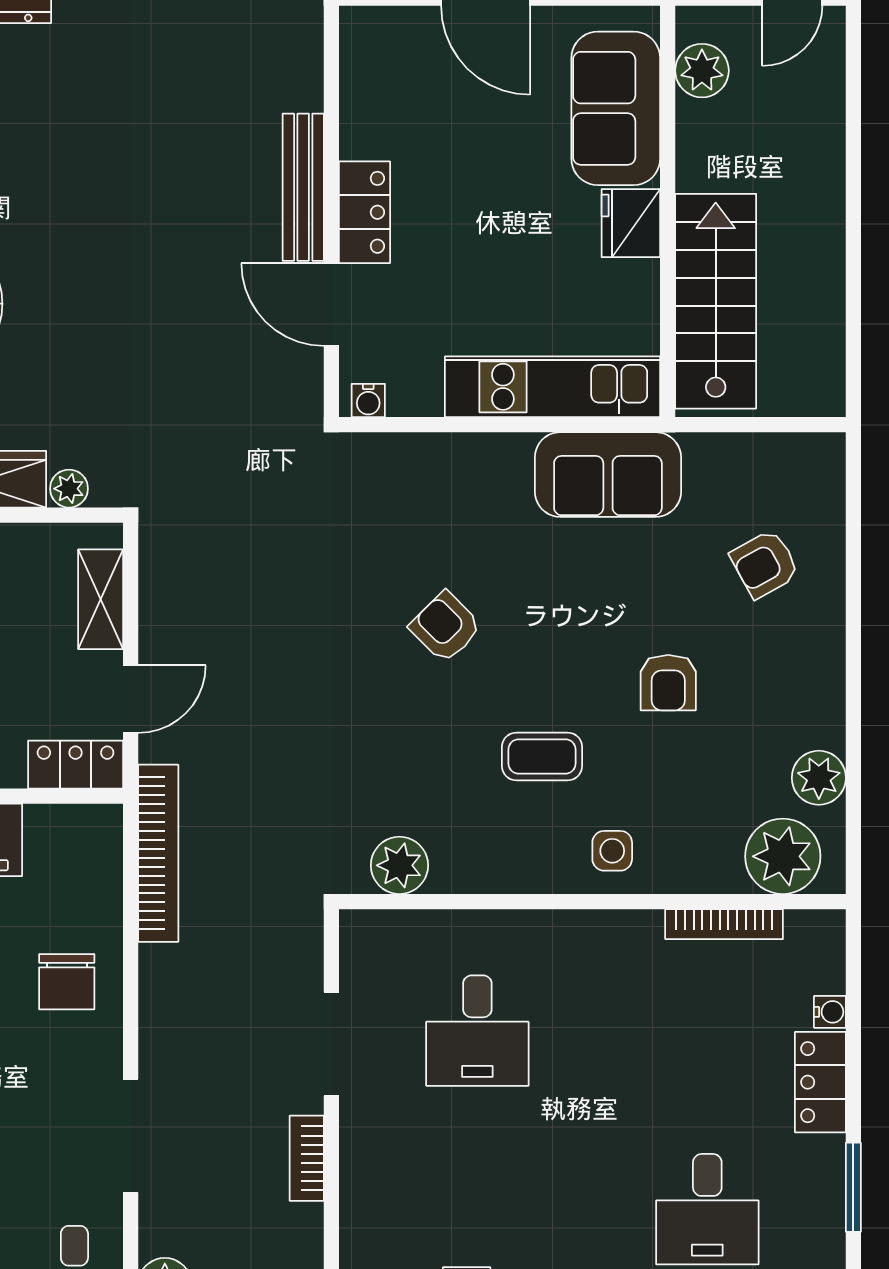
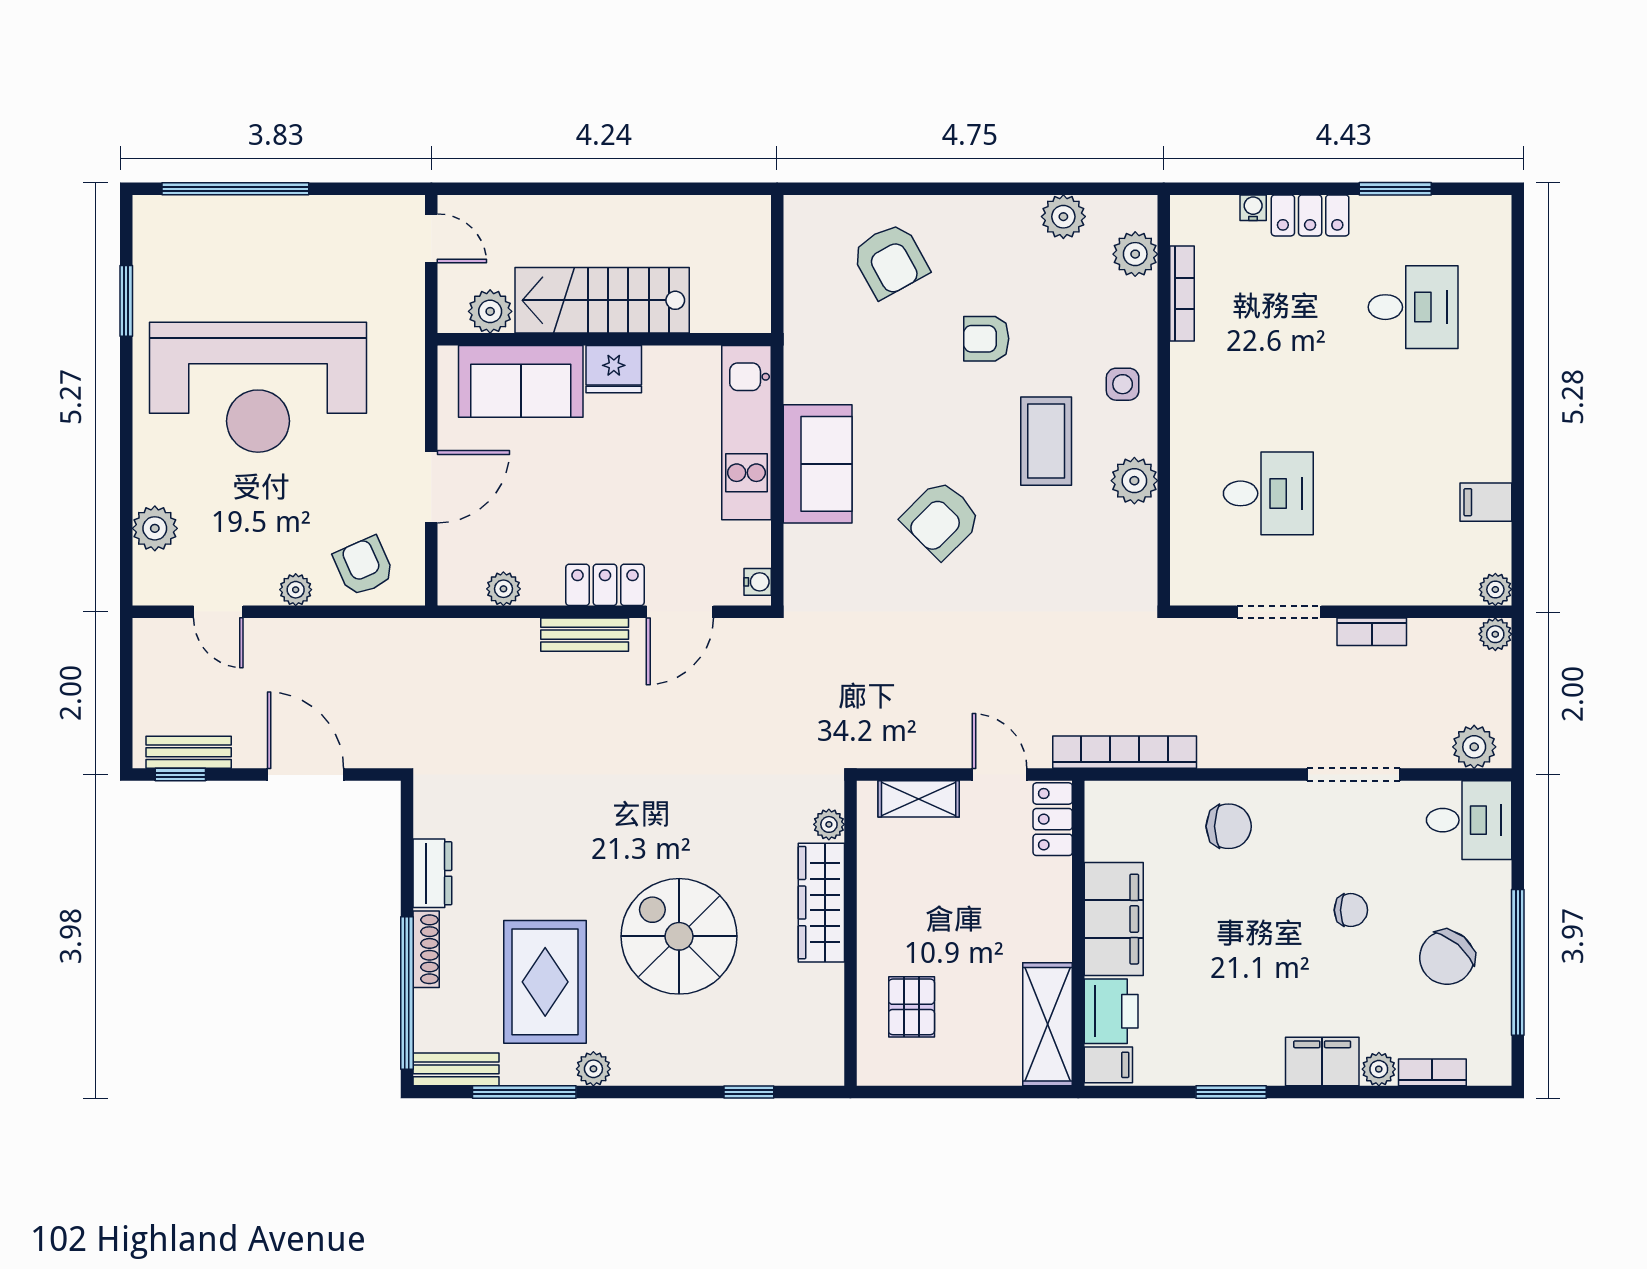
plant: (360, 87) -> (503, 589), added
bench: (303, 187) -> (585, 635), width x0.73
stairs: (716, 301) -> (602, 300), moved
sofa: (608, 475) -> (818, 464), moved
armchair: (765, 564) -> (890, 260), width x1.38, depth x1.38
armchair: (446, 627) -> (941, 519), width x1.38, depth x1.38
armchair: (668, 683) -> (986, 339), turned 180
coffee table: (542, 756) -> (1046, 441), width x1.36, depth x1.30
plant: (783, 856) -> (1135, 254), width x0.73, depth x0.73
plant: (399, 865) -> (1134, 481), moved

